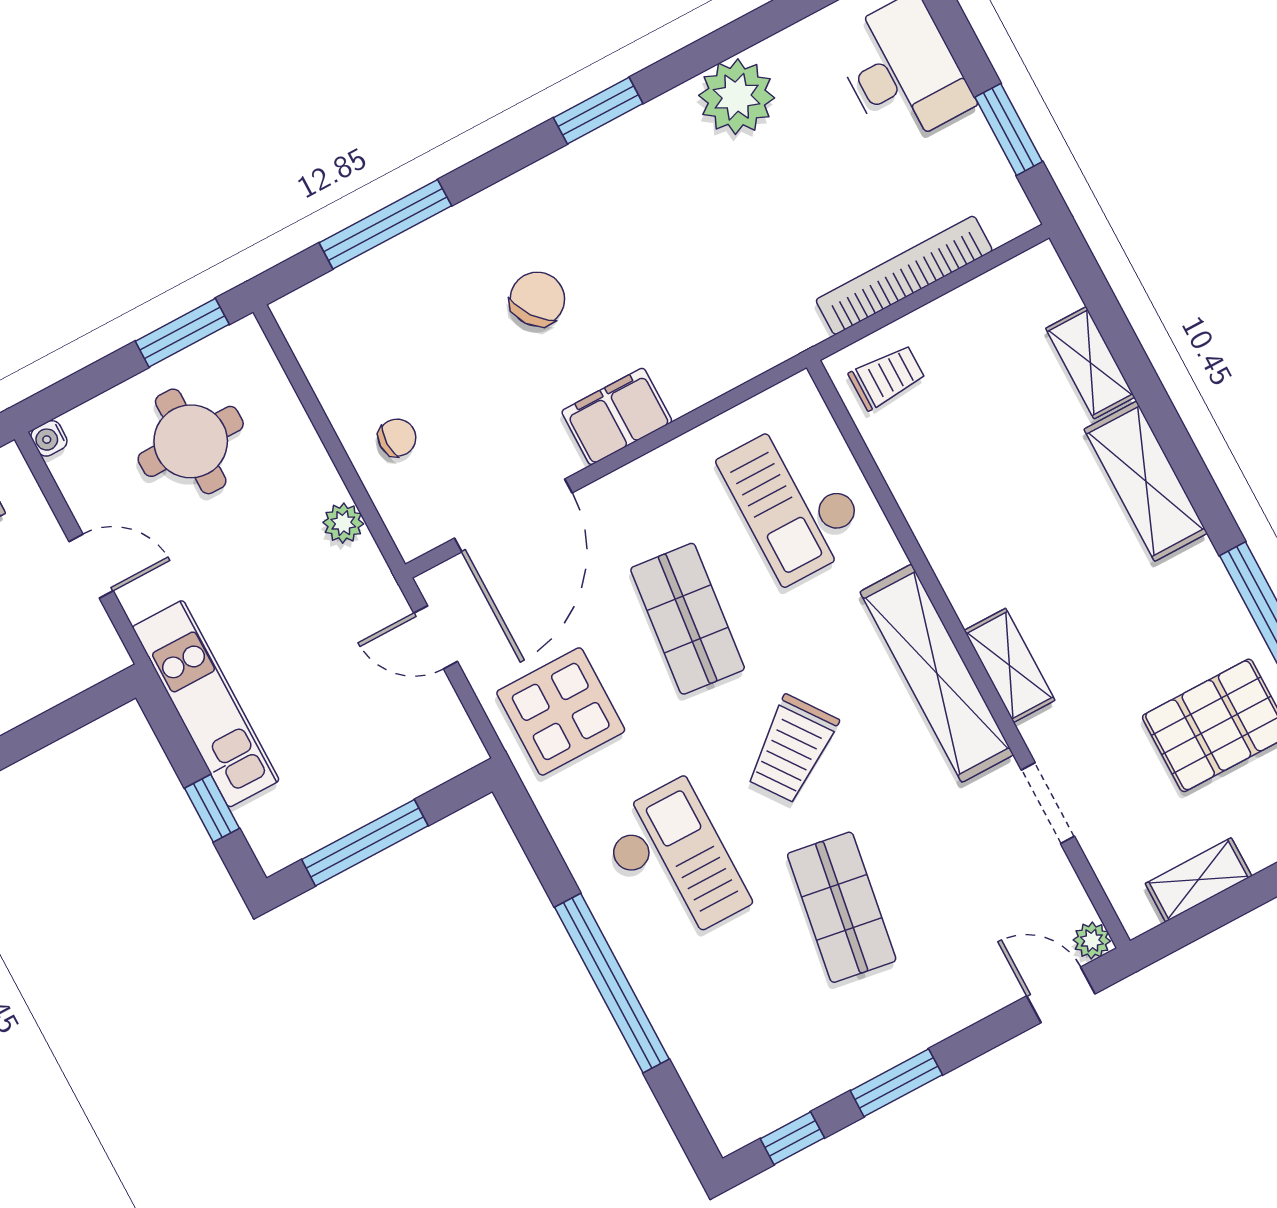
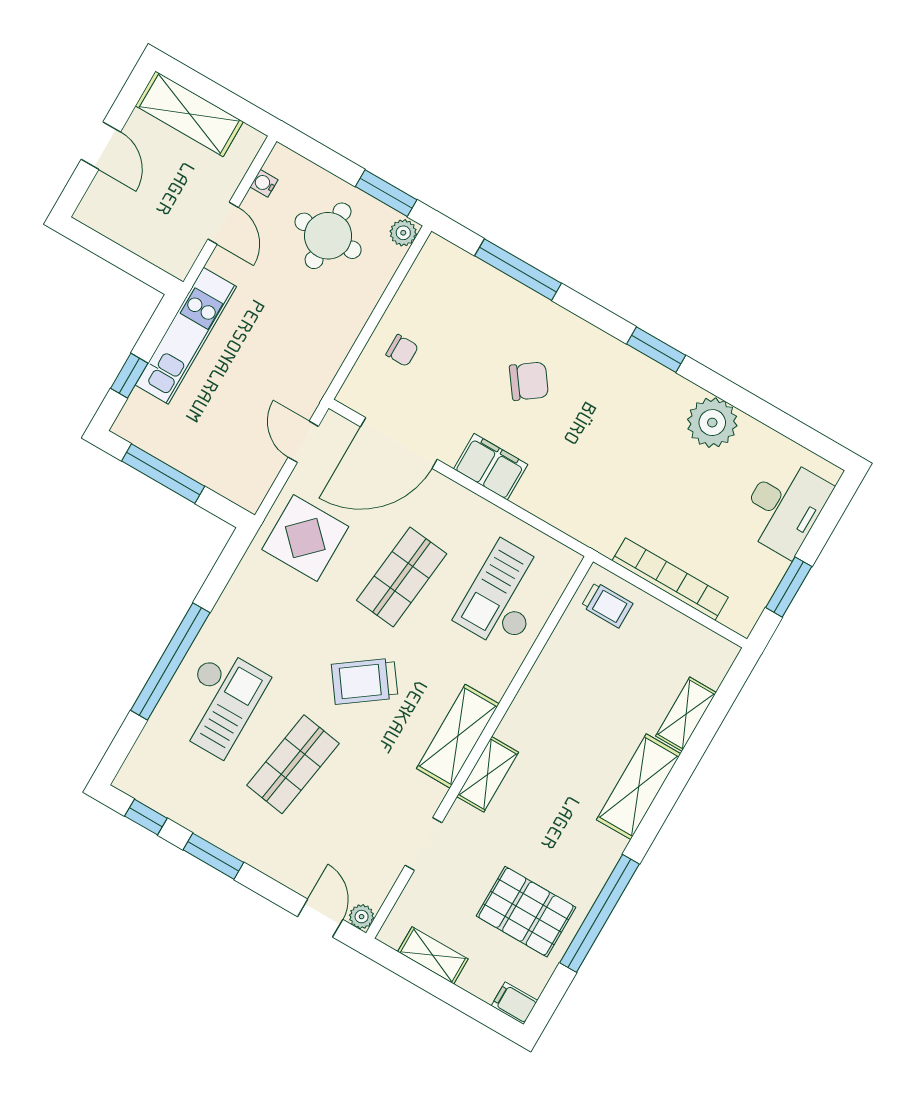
water cooler: (49, 438) -> (264, 183), moved
plant: (343, 523) -> (403, 233), moved
shelving: (937, 673) -> (458, 736), width x0.68
checkout: (674, 863) -> (218, 702), moved

